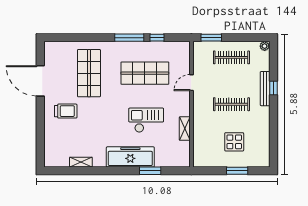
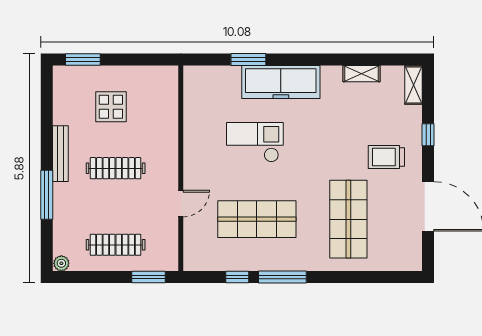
window: (274, 88) -> (47, 195), width x2.17
bench: (265, 89) -> (60, 154), moved
checkout: (146, 120) -> (255, 142), turned 180
window: (40, 125) -> (428, 135), added
shelving: (185, 129) -> (414, 85), moved
window: (237, 171) -> (83, 59), moved

